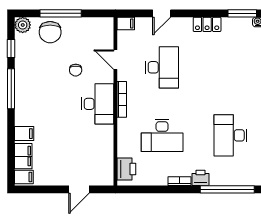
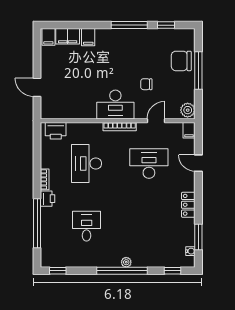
plant: (23, 25) -> (188, 110), moved
desk: (162, 67) -> (149, 163), turned 180
desk: (230, 135) -> (87, 226), width x0.73

